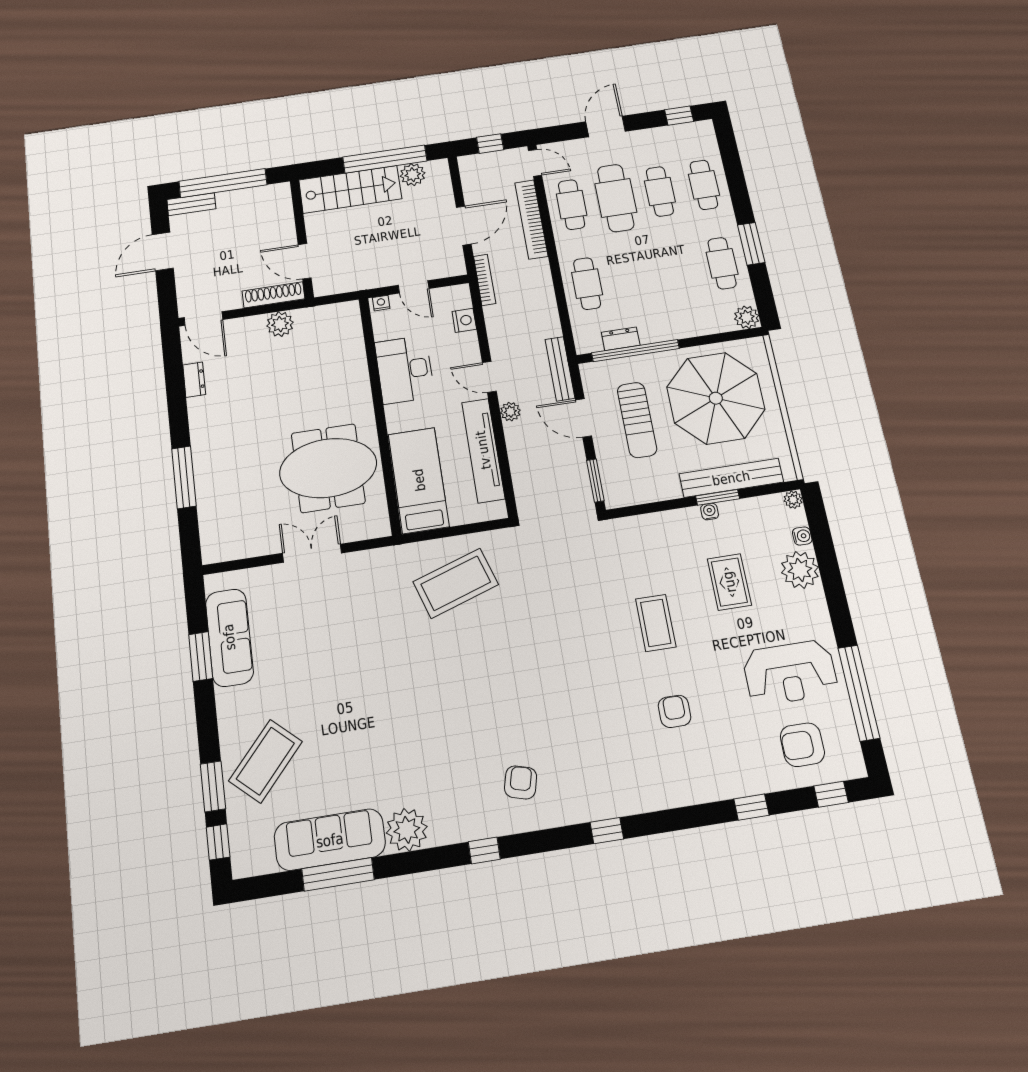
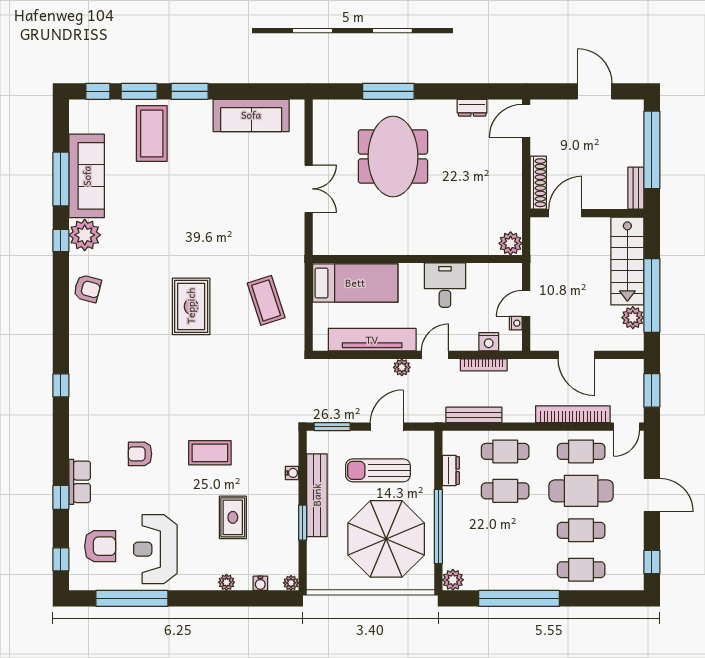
window: (490, 144) -> (652, 390), width x1.50
bench: (191, 204) -> (636, 188), moved
window: (751, 244) -> (519, 598), width x2.11
cafe table: (722, 263) -> (505, 491), moved
bookcase: (485, 280) -> (484, 365), moved
nightstand: (381, 303) -> (516, 323), moved
plant: (280, 324) -> (511, 243), moved
window: (635, 351) -> (438, 526), moved
bench: (560, 369) -> (474, 415), moved
desk: (405, 370) -> (445, 285), width x0.73
meeting table: (328, 468) -> (393, 157), moved
bench: (731, 478) -> (317, 495), moved
water cooler: (710, 512) -> (292, 473), moved
plant: (800, 570) -> (226, 582), width x0.53, depth x0.53
rug: (729, 582) -> (233, 517), turned 90
coffee table: (456, 583) -> (266, 300), width x0.73, depth x0.76
window: (201, 656) -> (190, 91), moved
rug: (478, 675) -> (191, 306), added
armchair: (675, 711) -> (140, 454), turned 180
armchair: (802, 745) -> (100, 546), turned 90
coffee table: (265, 761) -> (152, 134), turned 48
armchair: (521, 782) -> (87, 289), moved
row of seats: (726, 785) -> (80, 482), added
window: (484, 851) -> (61, 241), moved

